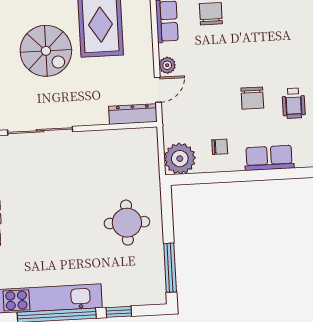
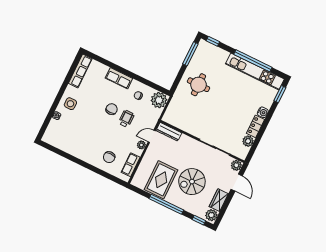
spiral stairs: (46, 51) -> (192, 182), turned -90
wheelchair: (294, 103) -> (126, 119), moved
window: (119, 312) -> (213, 41), moved

